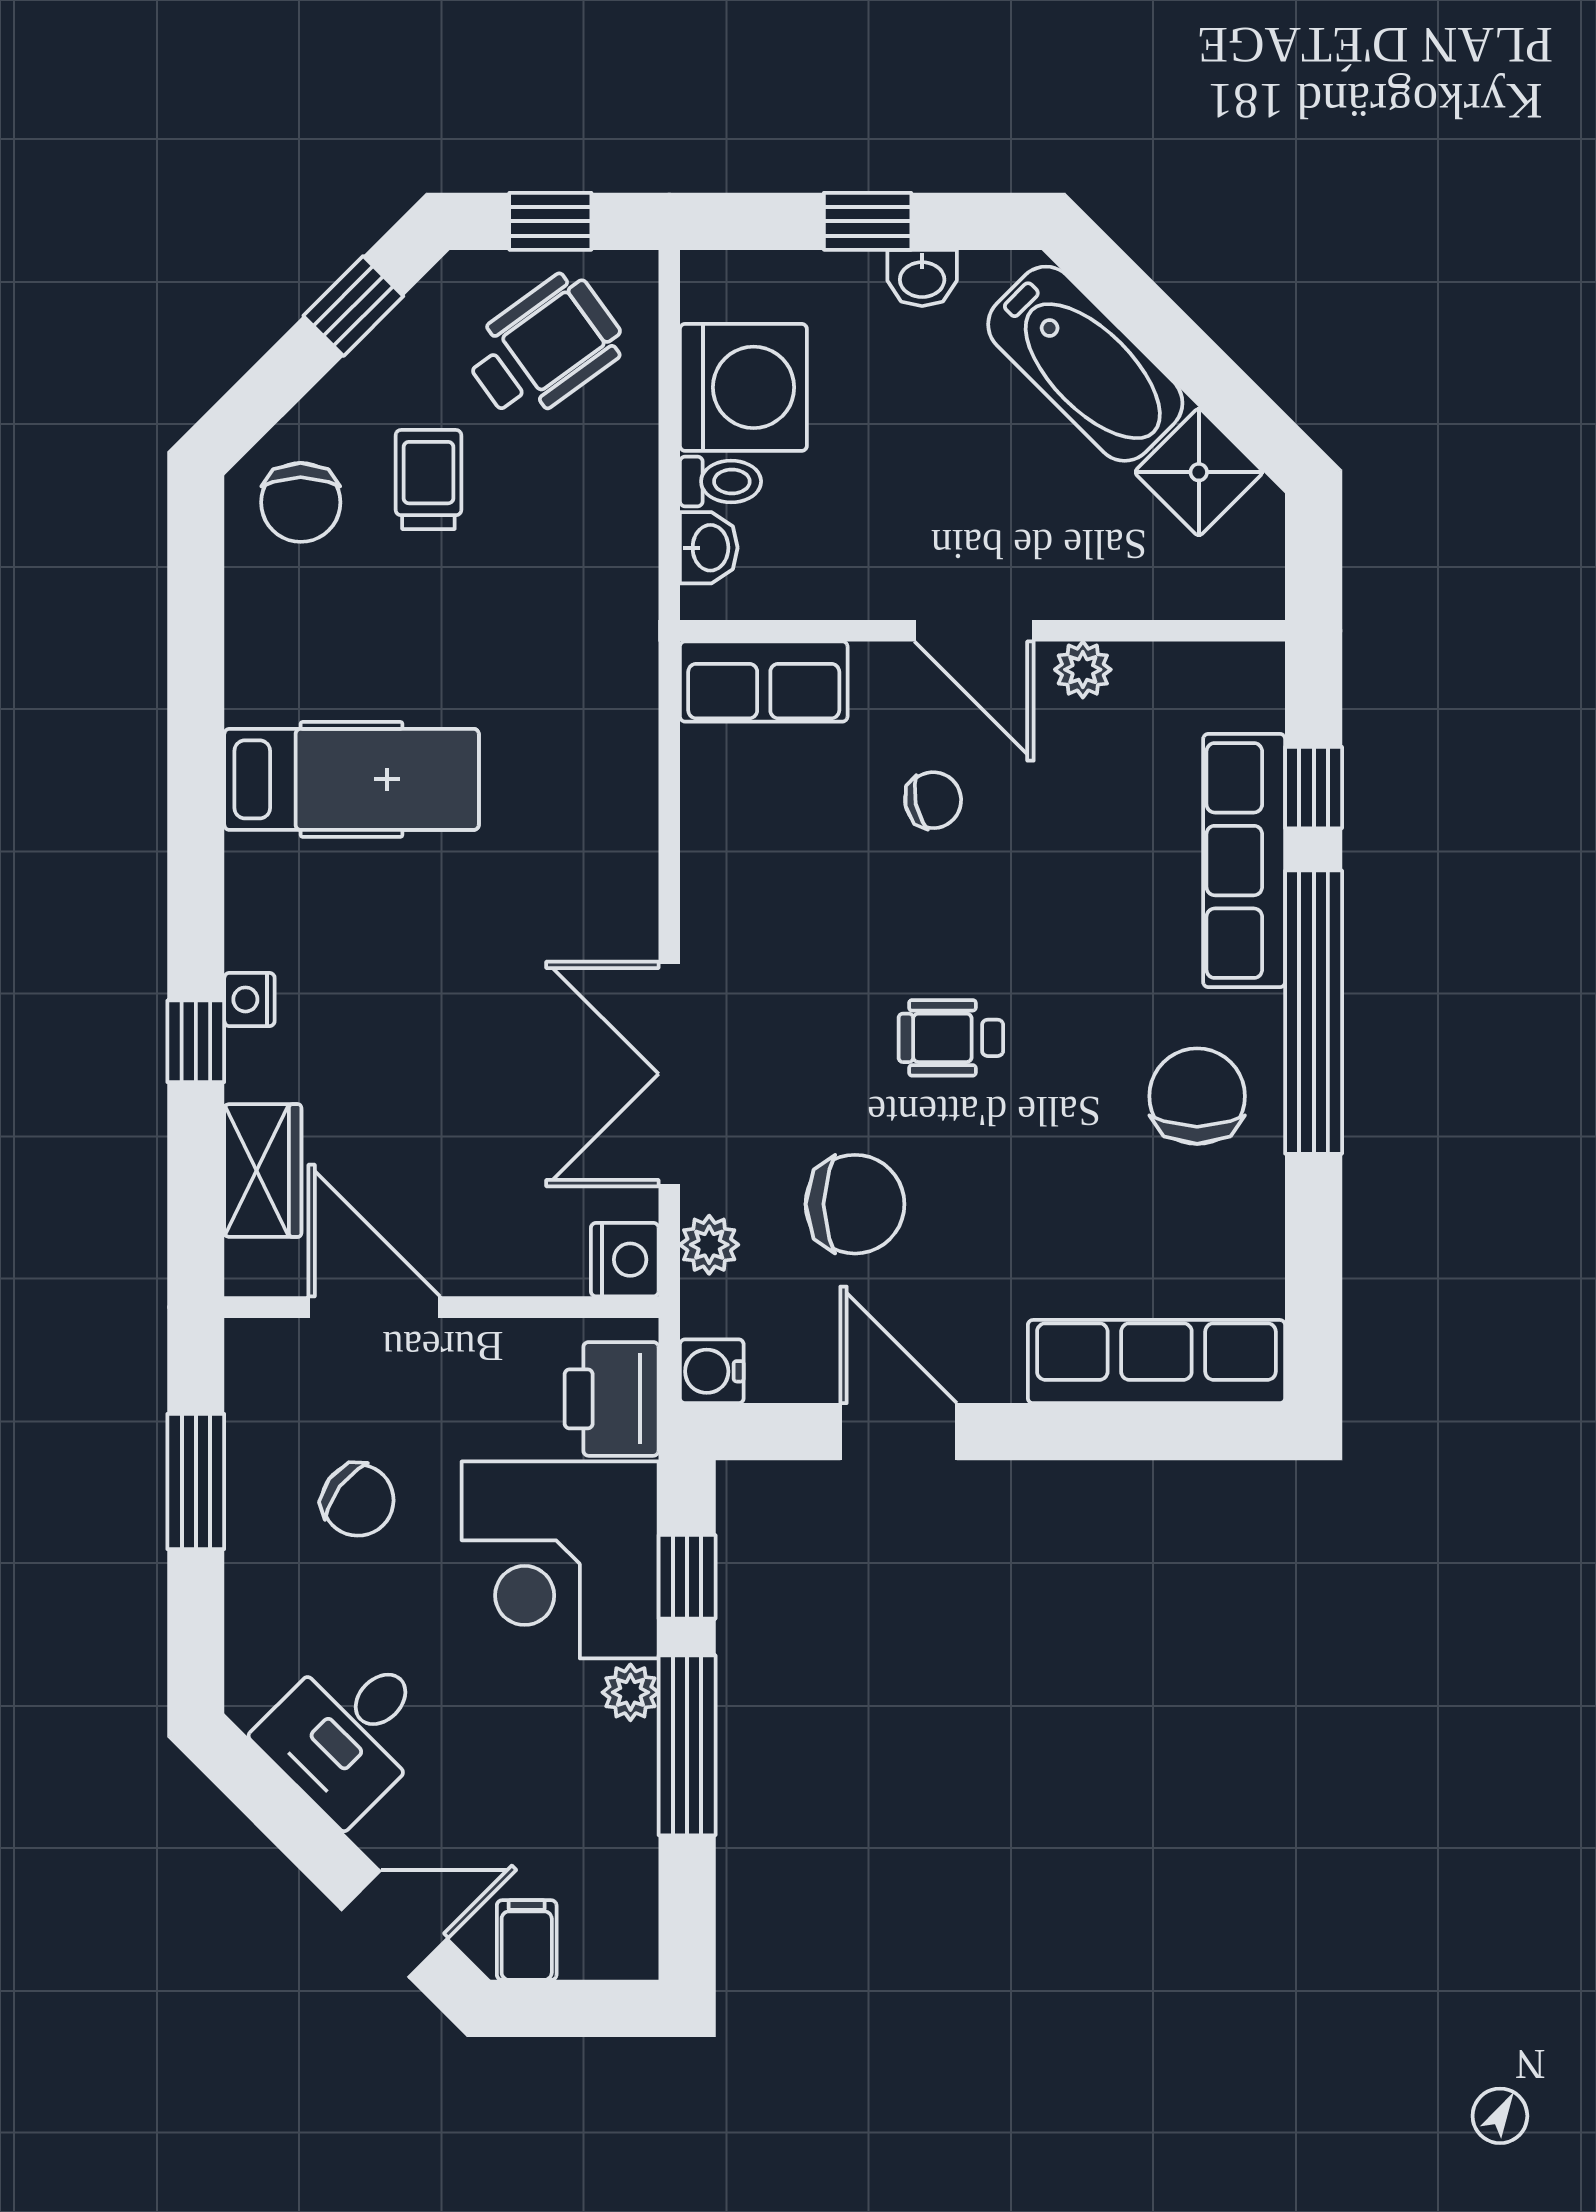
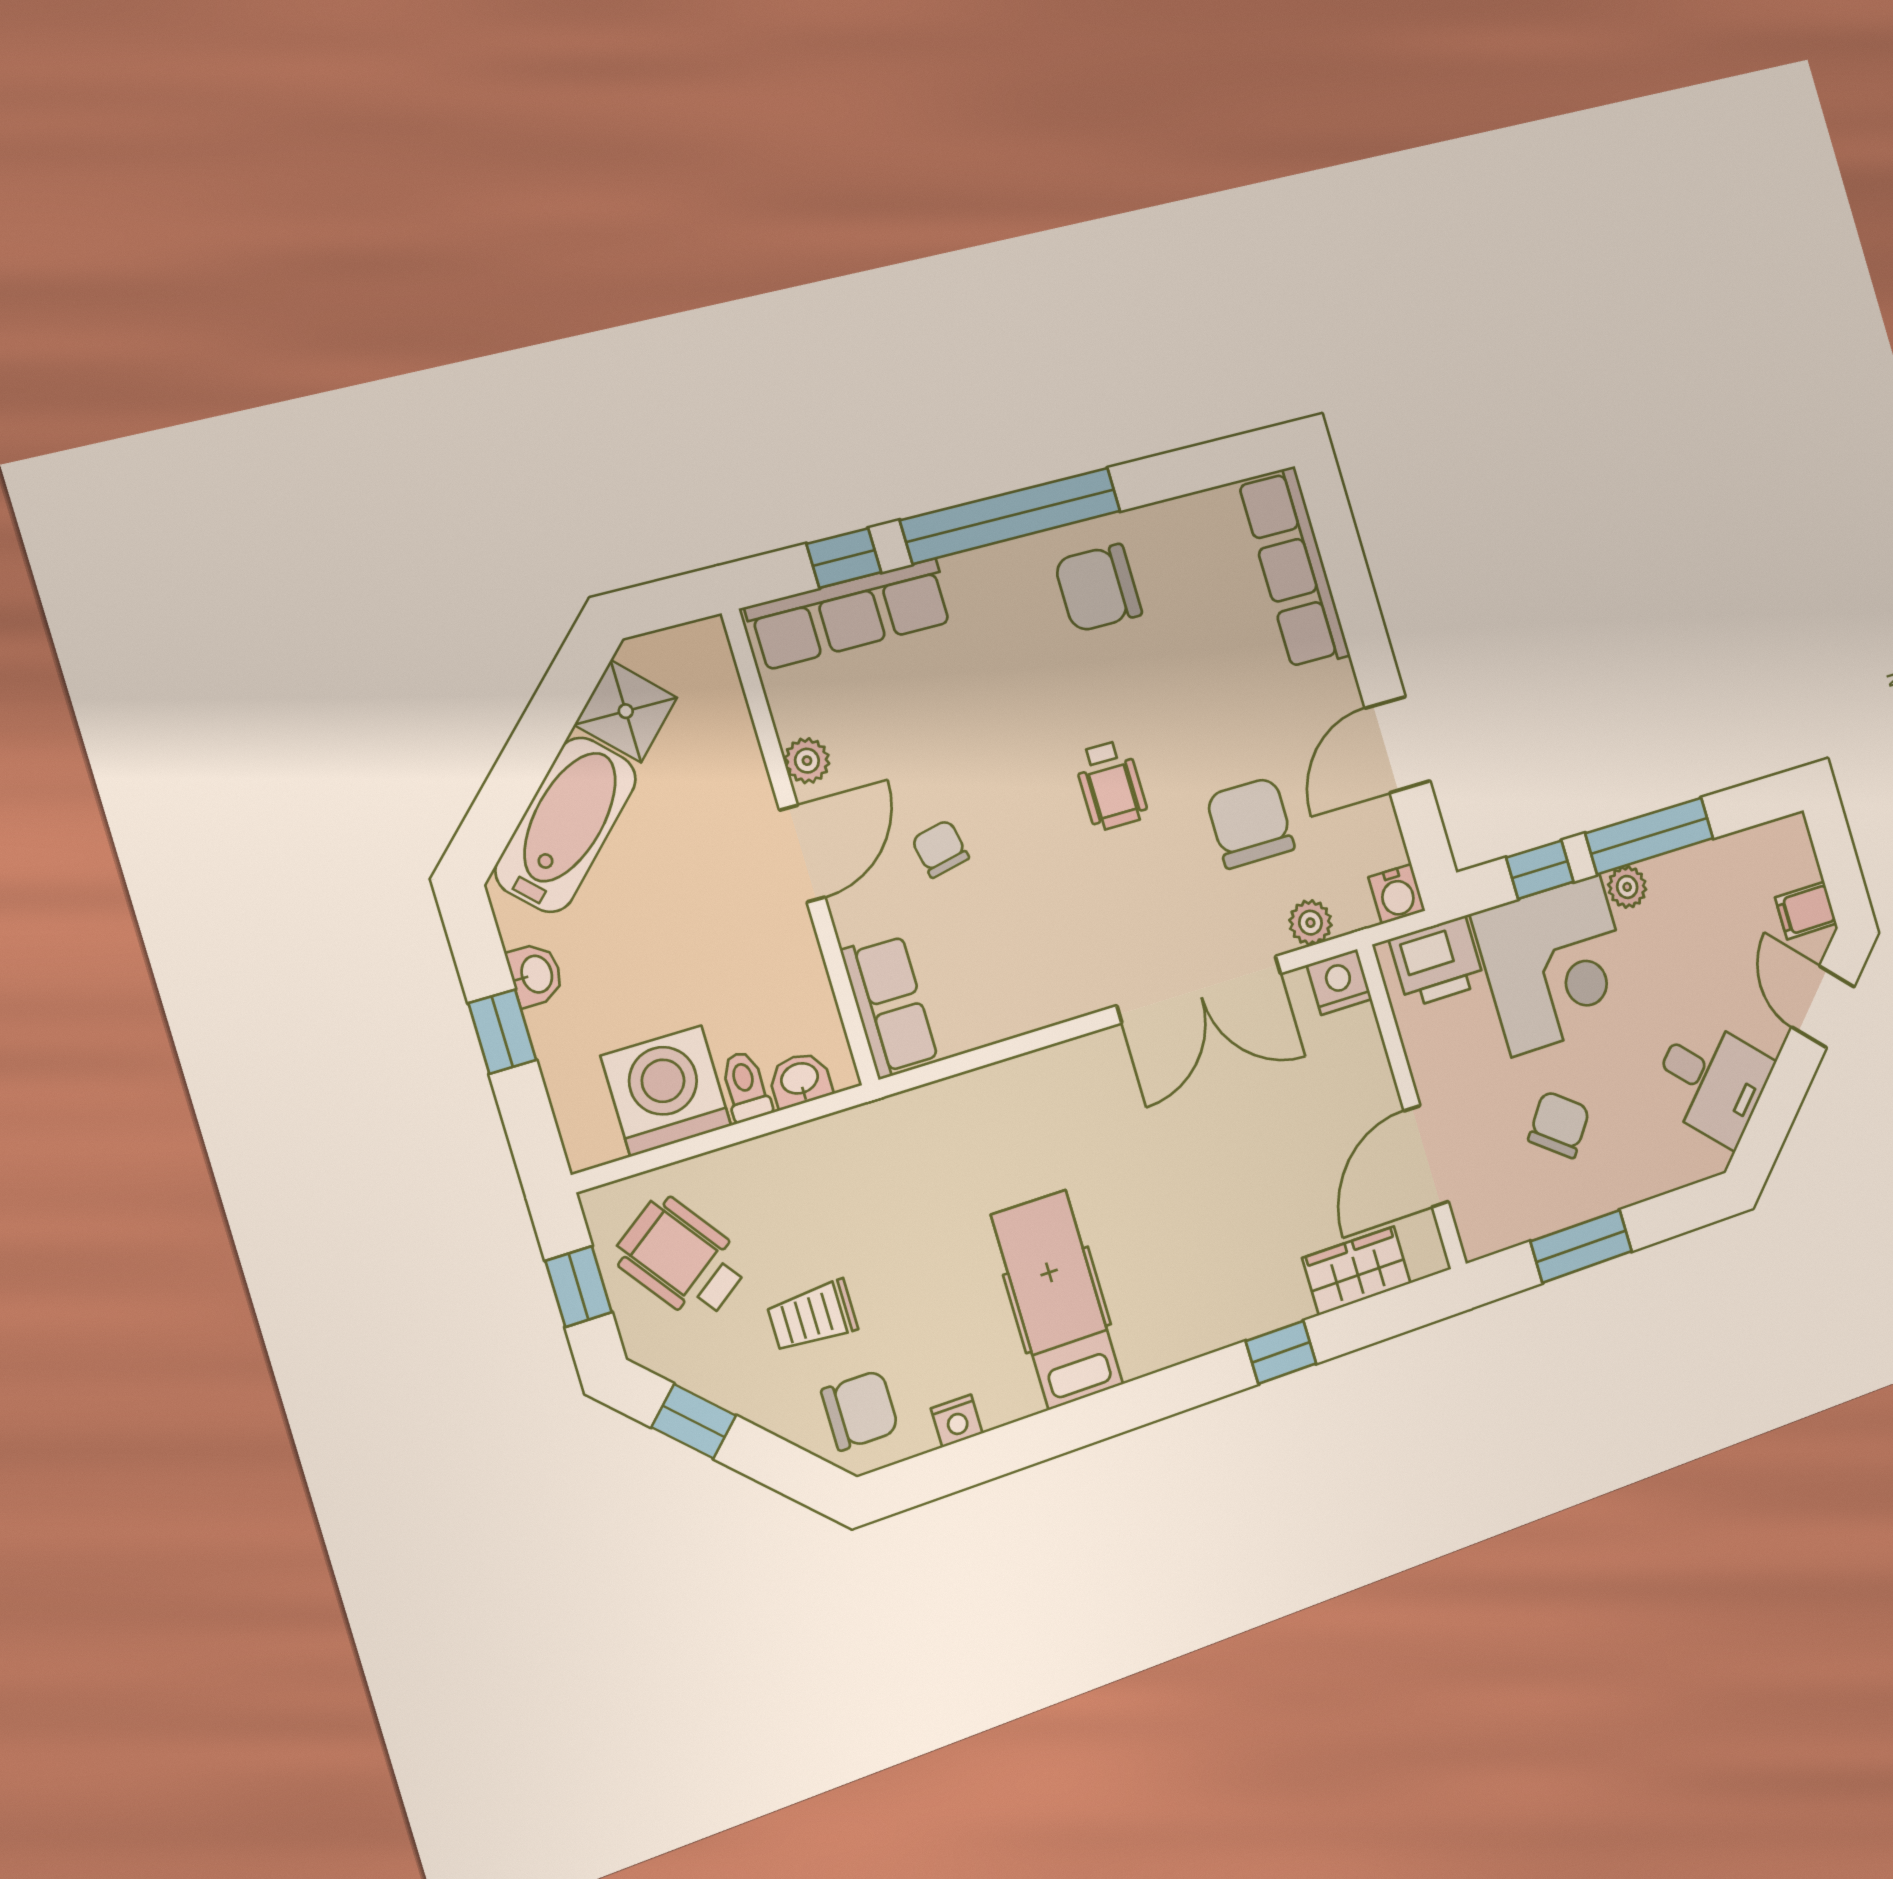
row of seats: (1244, 861) -> (850, 614), moved
nightstand: (249, 999) -> (957, 1421), moved

